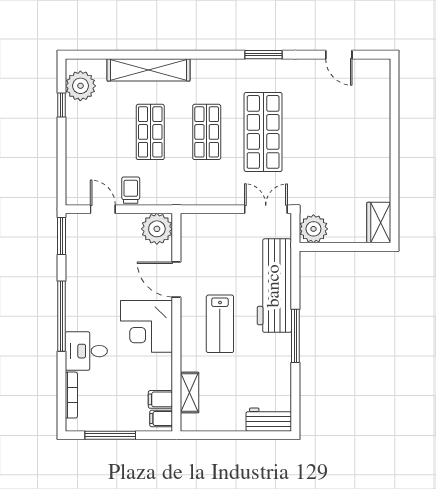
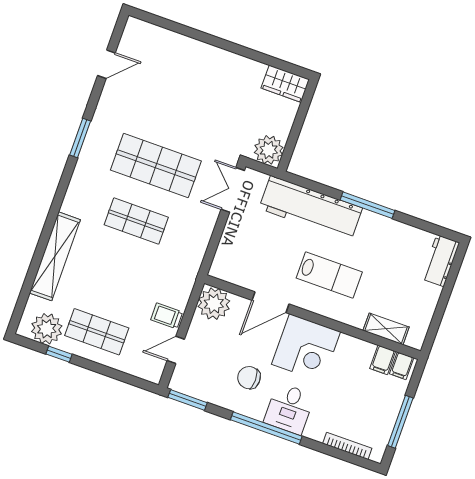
shop shelf: (150, 132) -> (97, 332), moved
chair: (101, 284) -> (249, 378), added
desk: (86, 351) -> (289, 409), moved

